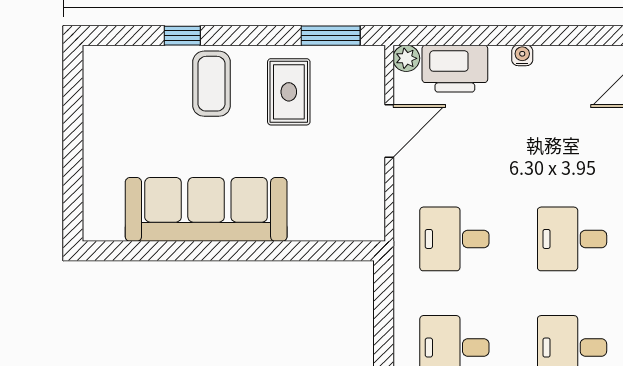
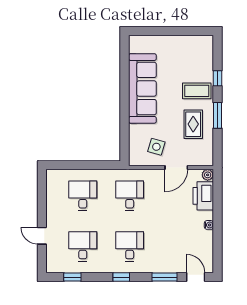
window: (331, 36) -> (217, 115), moved
rug: (289, 92) -> (193, 124), turned 90
door: (389, 131) -> (176, 168), hinge flipped
side table: (341, 177) -> (156, 147), added

